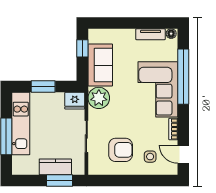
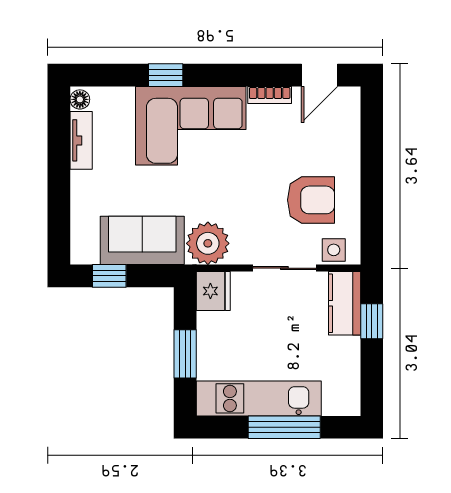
window: (183, 77) -> (166, 75), width x0.32
armchair: (121, 150) -> (311, 200), turned 90
side table: (150, 157) -> (334, 250), moved
kitchen counter: (55, 167) -> (345, 303), moved
window: (60, 180) -> (372, 321), width x0.67

